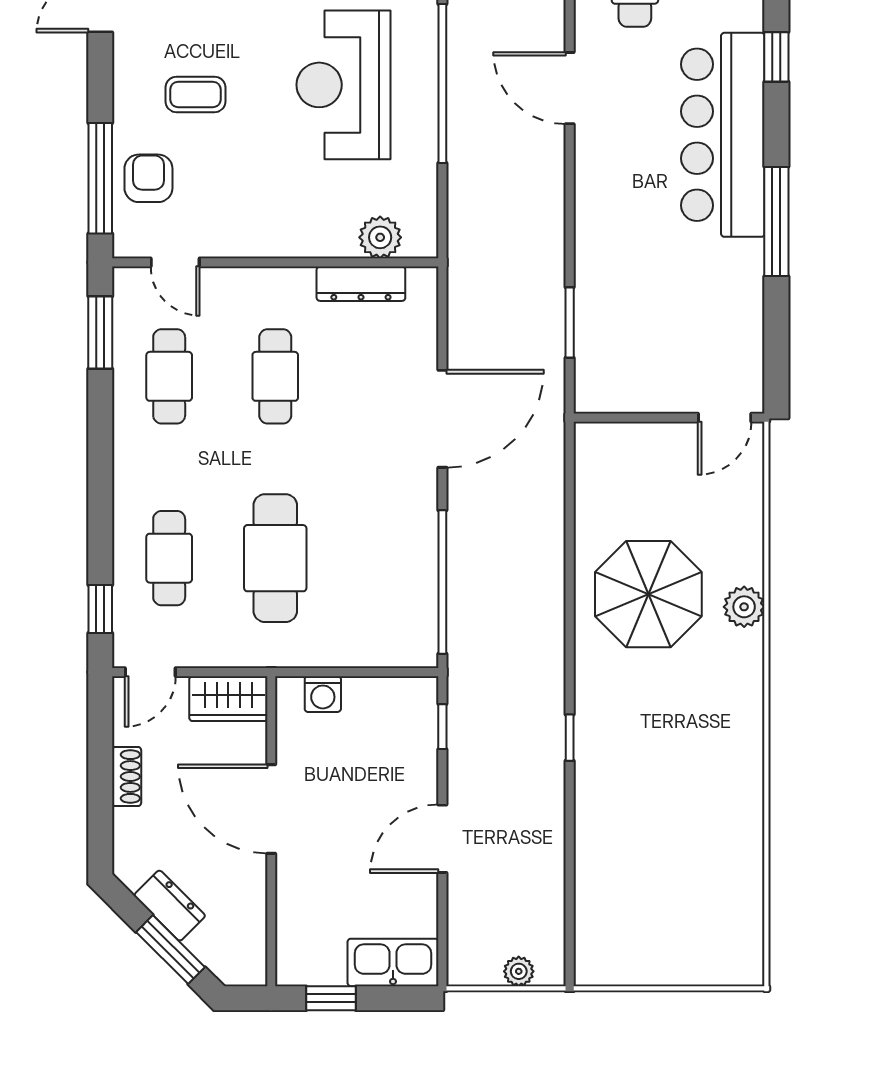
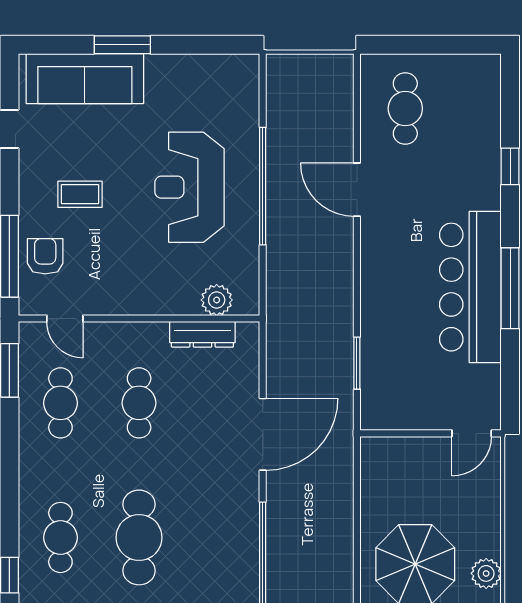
bar counter: (723, 135) -> (470, 287), moved

